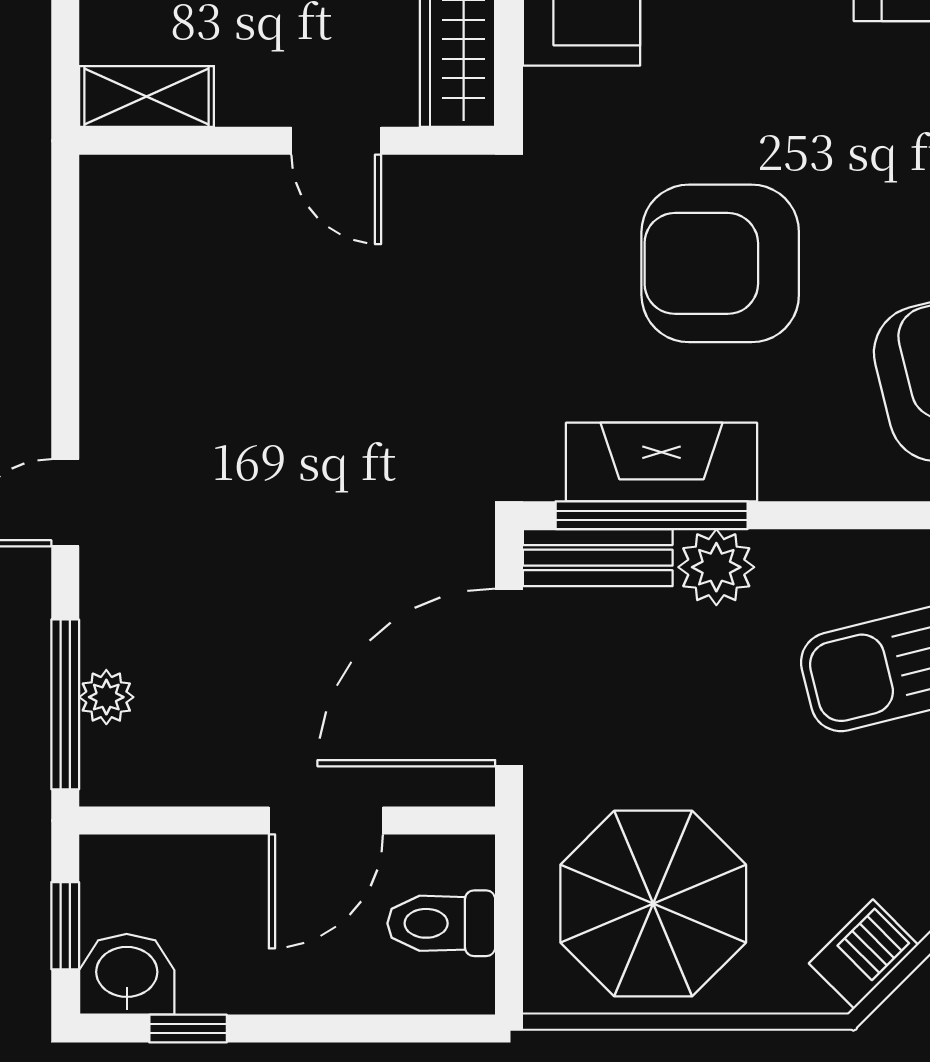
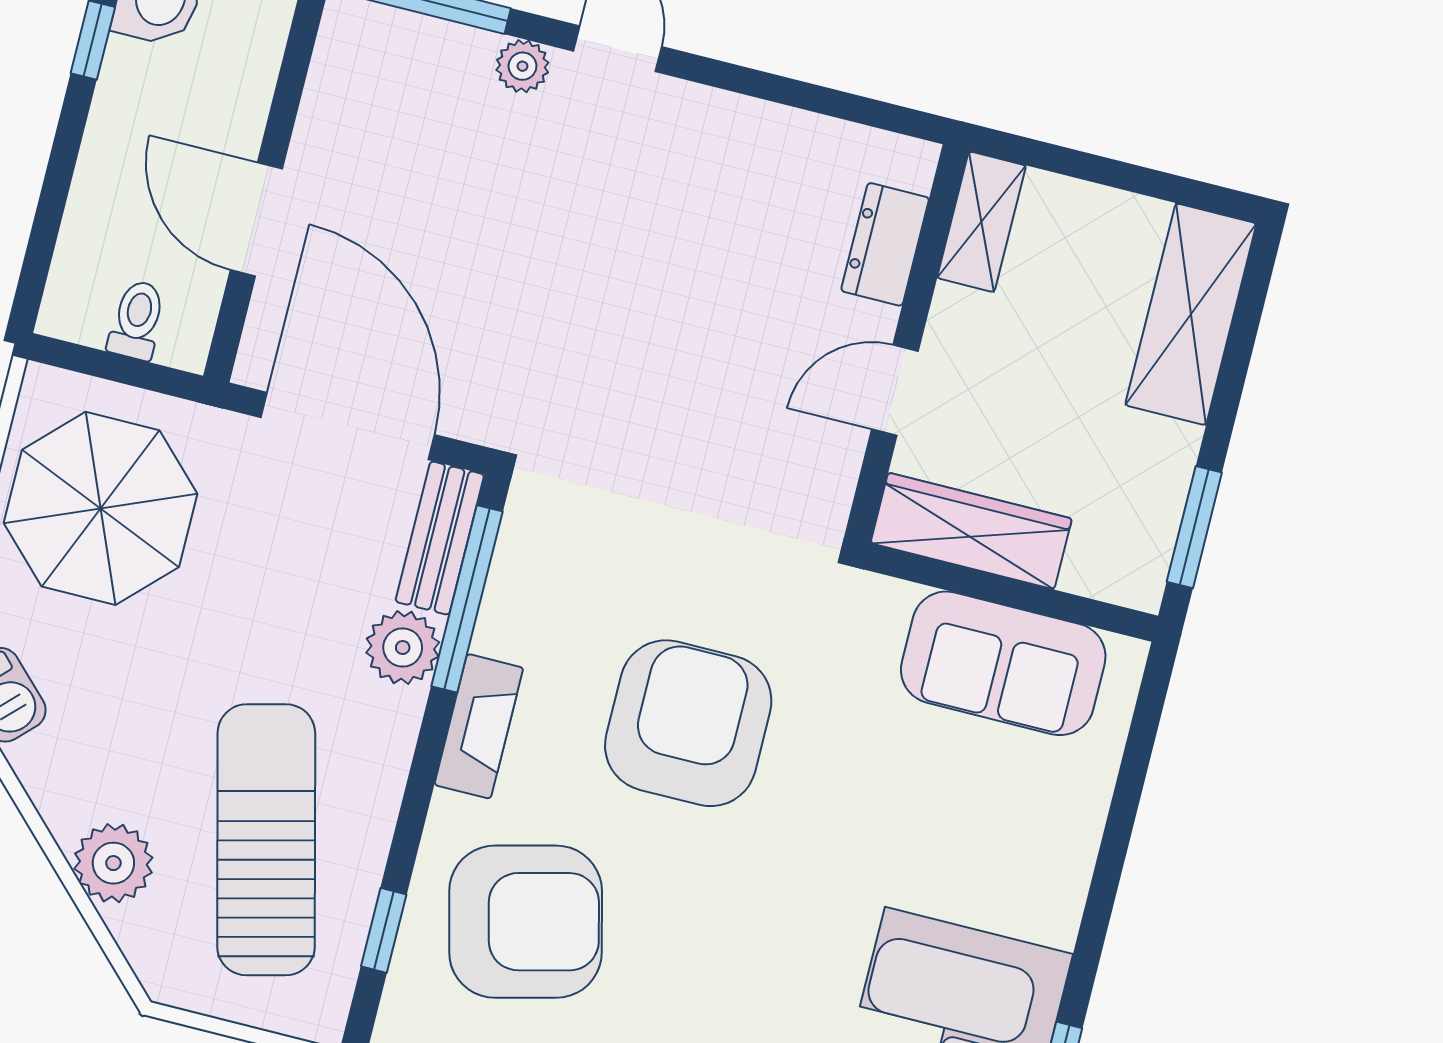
dresser: (193, 187) -> (885, 244), added
fireplace: (662, 462) -> (479, 726), moved, width x0.73, depth x0.76
plant: (106, 697) -> (522, 66), moved
toilet: (441, 923) -> (137, 320), width x0.73, depth x0.72

